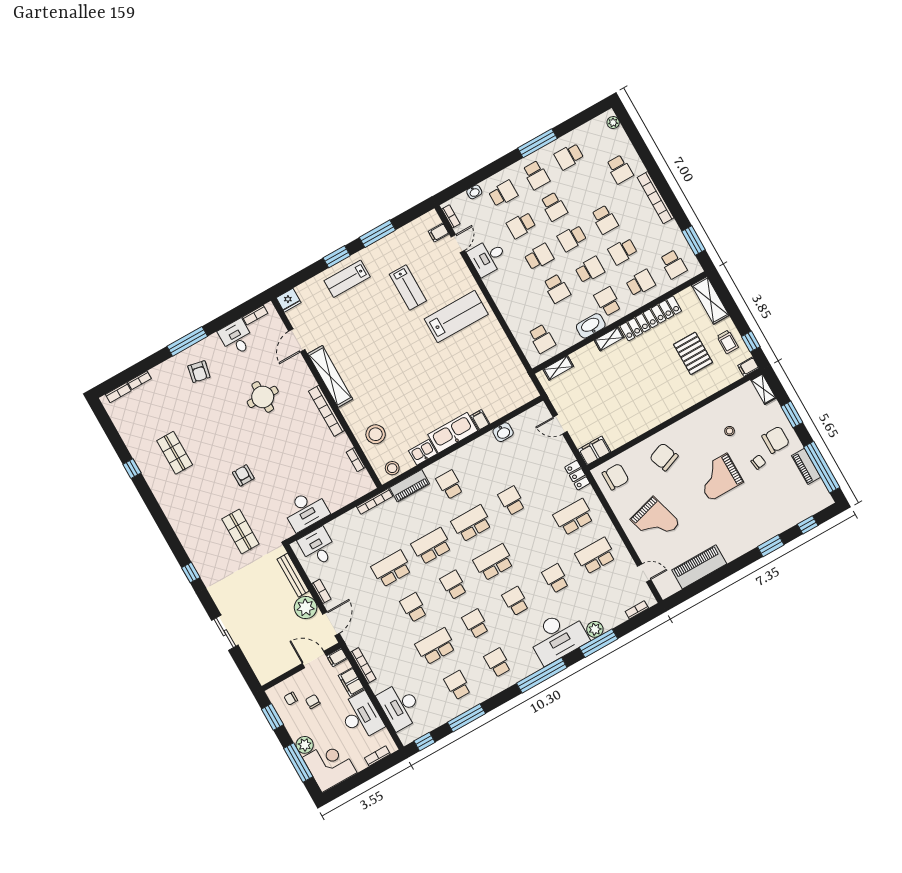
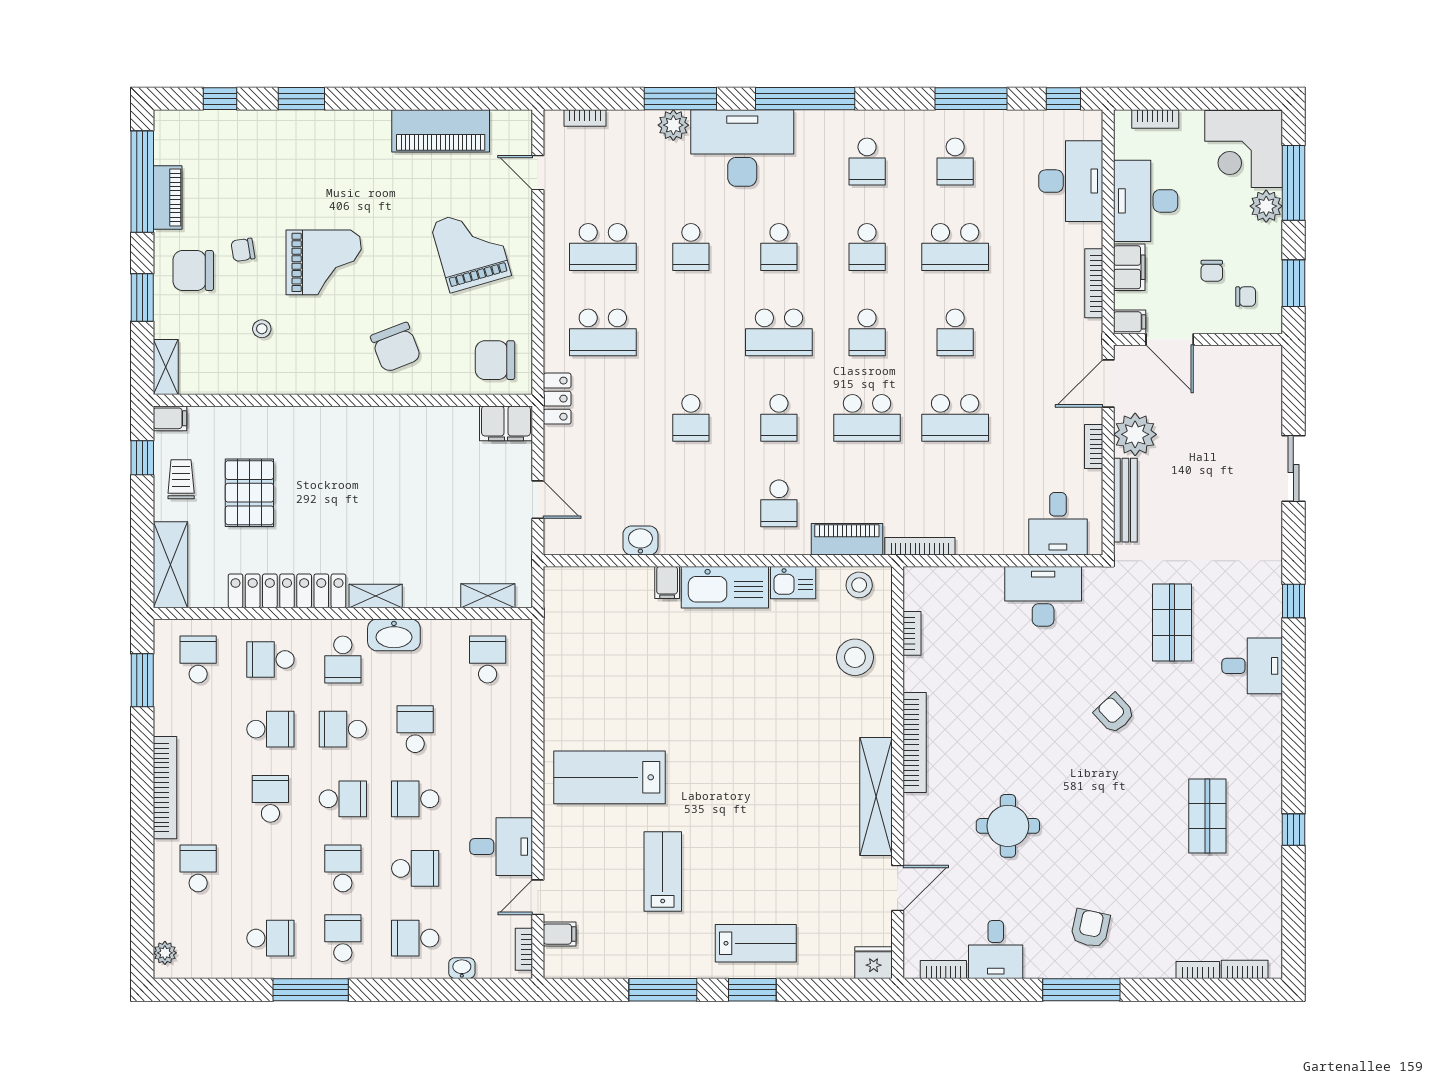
armchair: (243, 475) -> (1114, 713), turned 137
school desk: (472, 523) -> (779, 418), width x0.54
desk: (193, 532) -> (1252, 666), added

